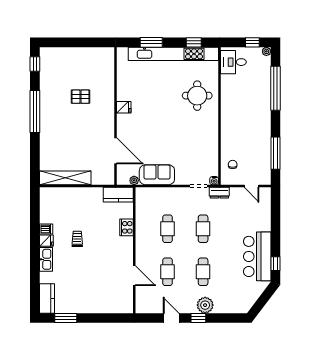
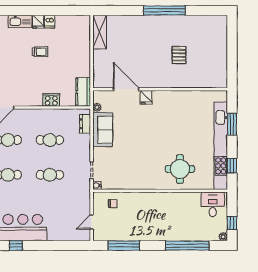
window: (35, 64) -> (211, 10), removed
fridge: (124, 107) -> (146, 97), moved
door: (115, 151) -> (126, 89), swing flipped
shelving: (65, 178) -> (100, 32), width x0.68
dresser: (219, 193) -> (85, 124), moved

